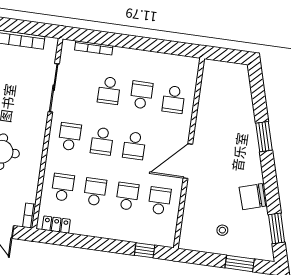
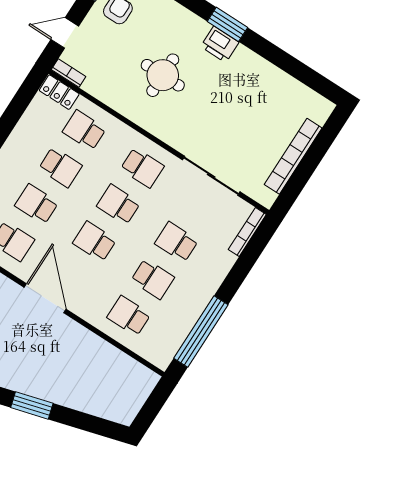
window: (162, 46) -> (201, 331), added
bookcase: (94, 48) -> (247, 232), moved
school desk: (63, 187) -> (84, 130), turned 180
school desk: (127, 196) -> (37, 204), turned 180
locker: (56, 225) -> (59, 92), moved, turned 90

